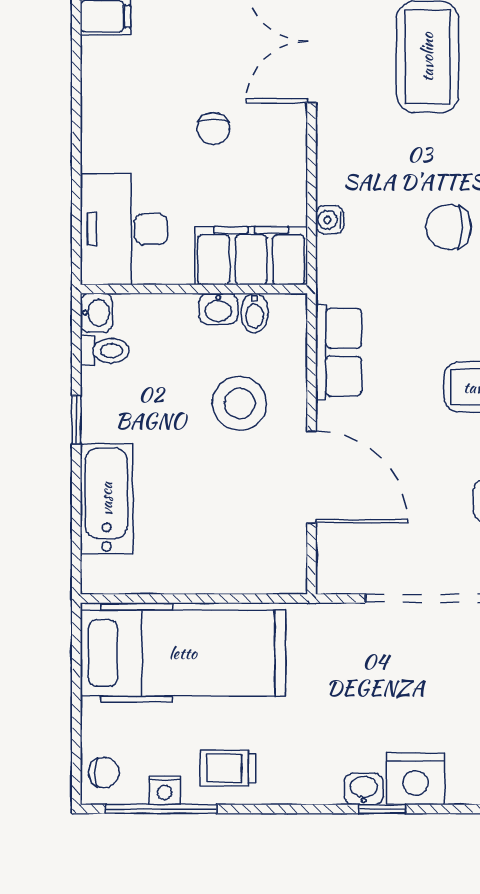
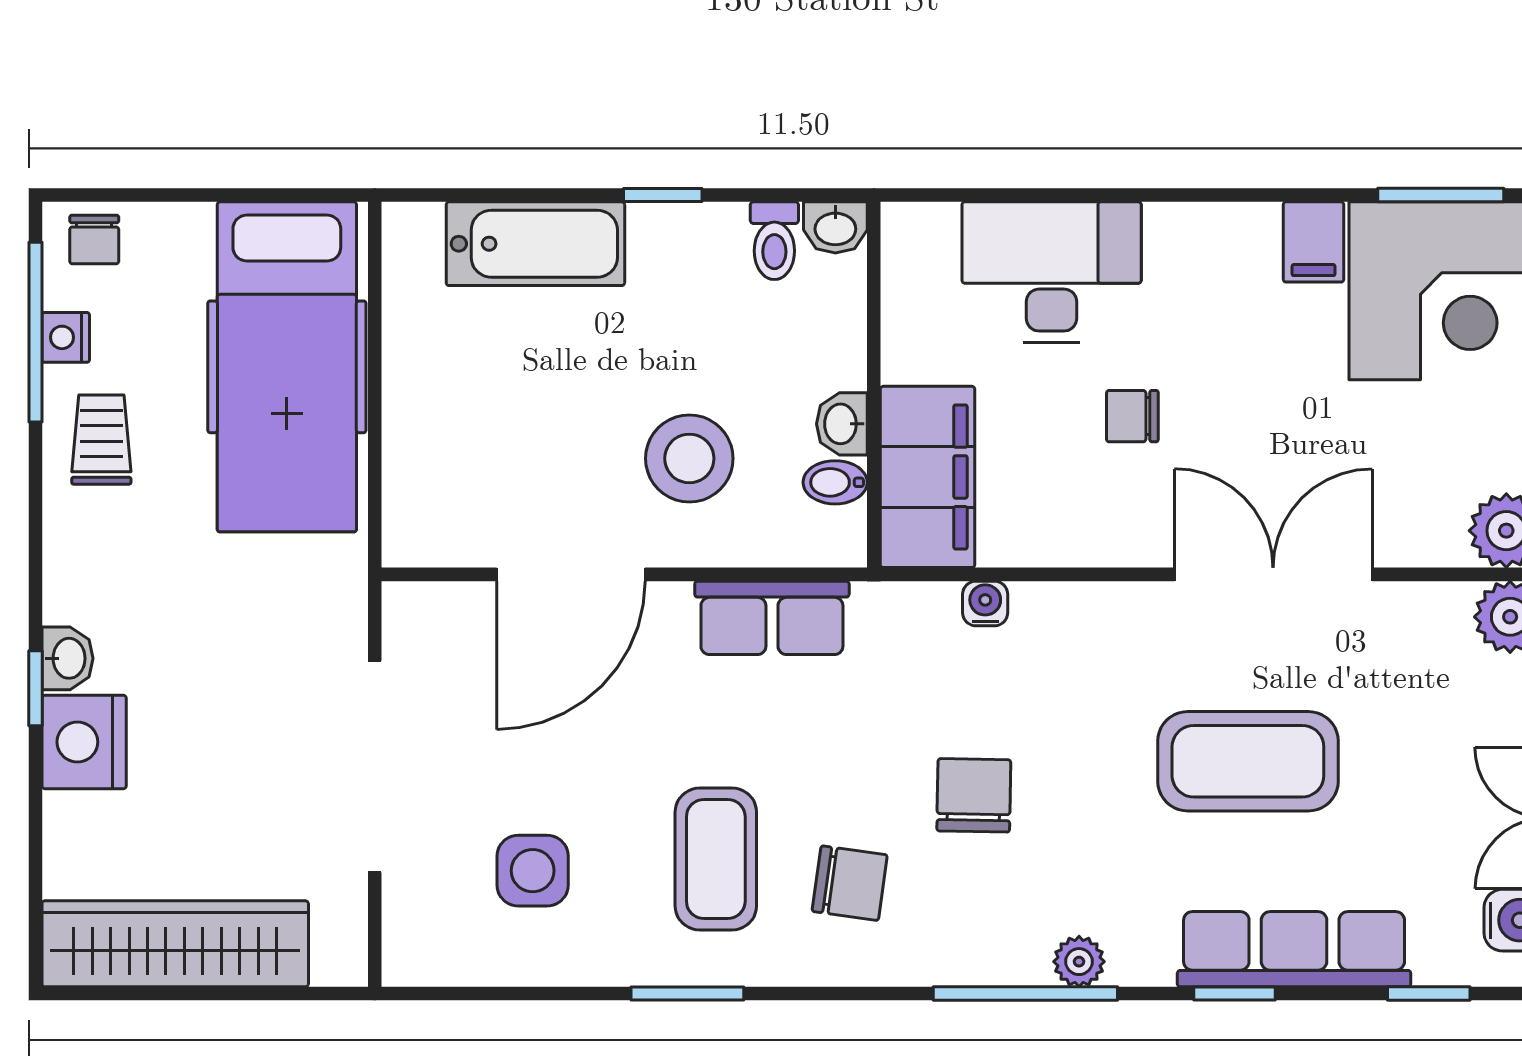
desk: (124, 229) -> (1052, 272), moved

